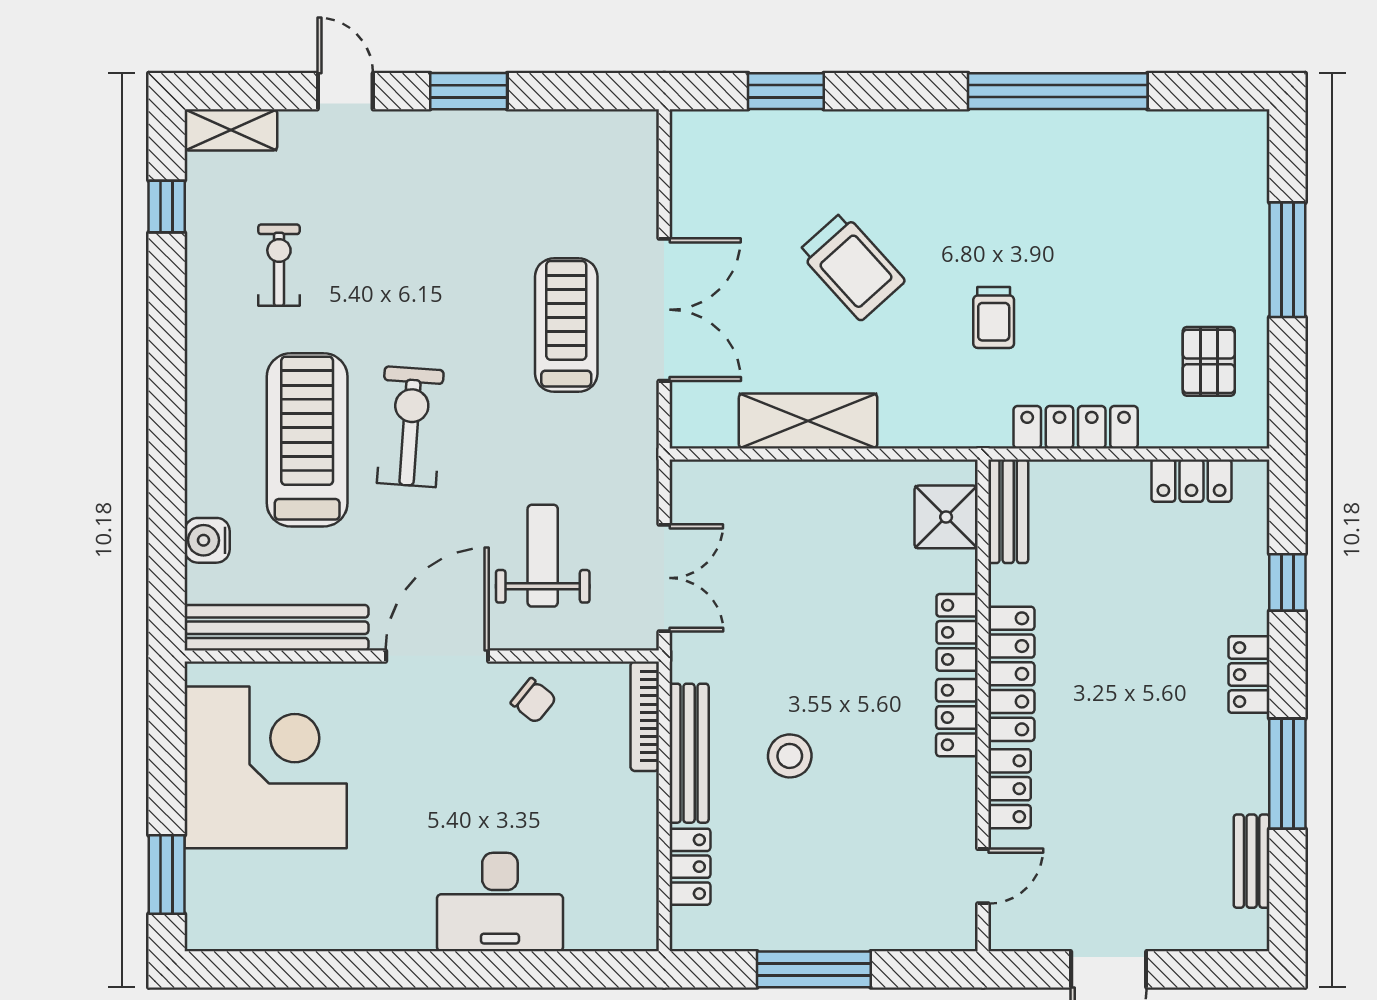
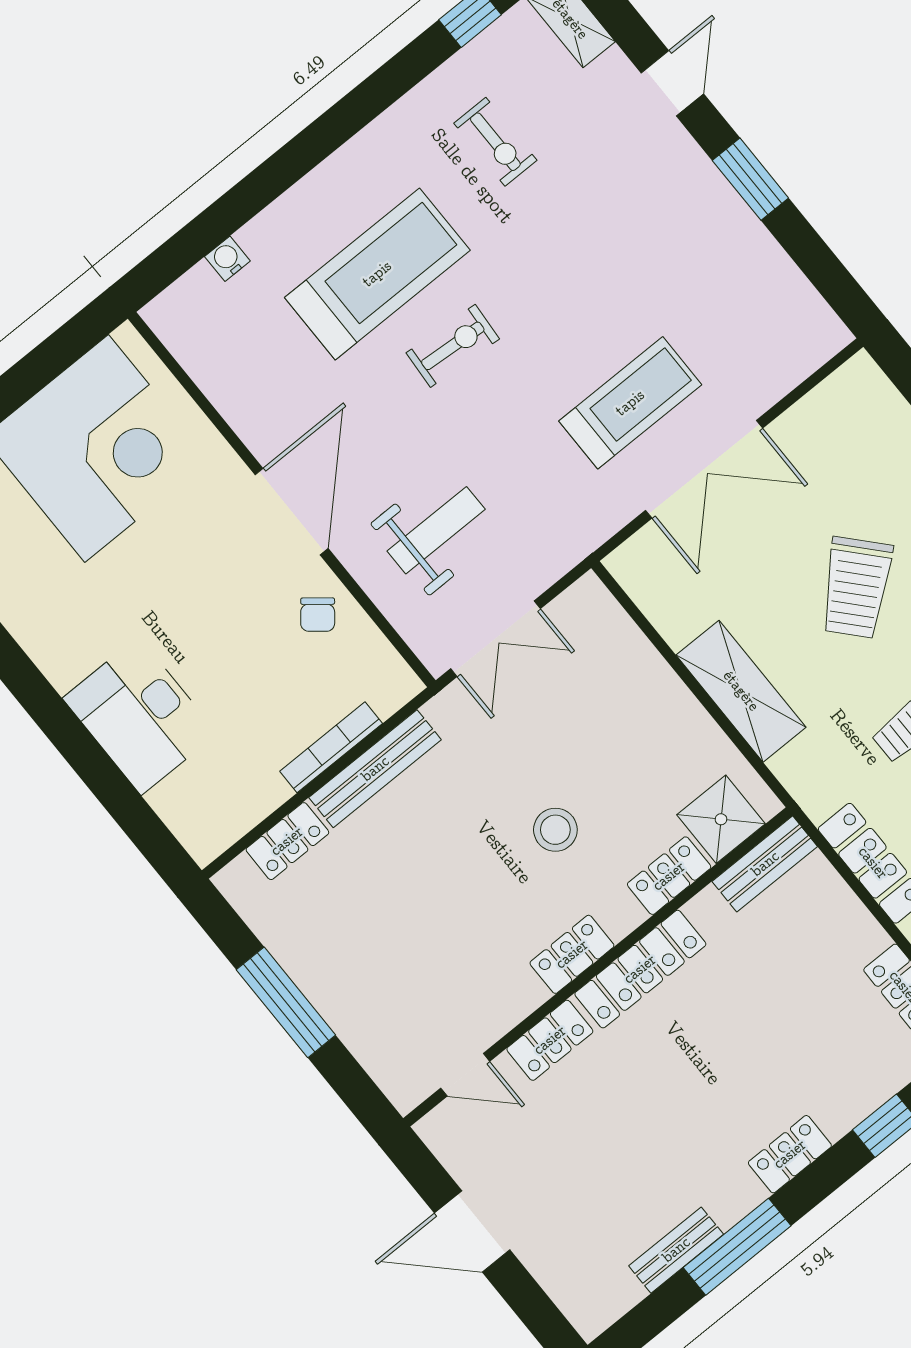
exercise bike: (279, 265) -> (495, 142), turned 90
shelving: (808, 421) -> (741, 691), moved
exercise bike: (410, 427) -> (453, 346), width x0.73, depth x0.72
water cooler: (207, 540) -> (227, 259), width x0.72, depth x0.72
bench: (276, 628) -> (212, 369), removed
locker: (957, 632) -> (669, 876), moved
door: (437, 656) -> (292, 512), hinge flipped
bookcase: (645, 716) -> (331, 747), moved
stool: (790, 756) -> (555, 830), moved
bench: (1252, 861) -> (676, 1250), moved

